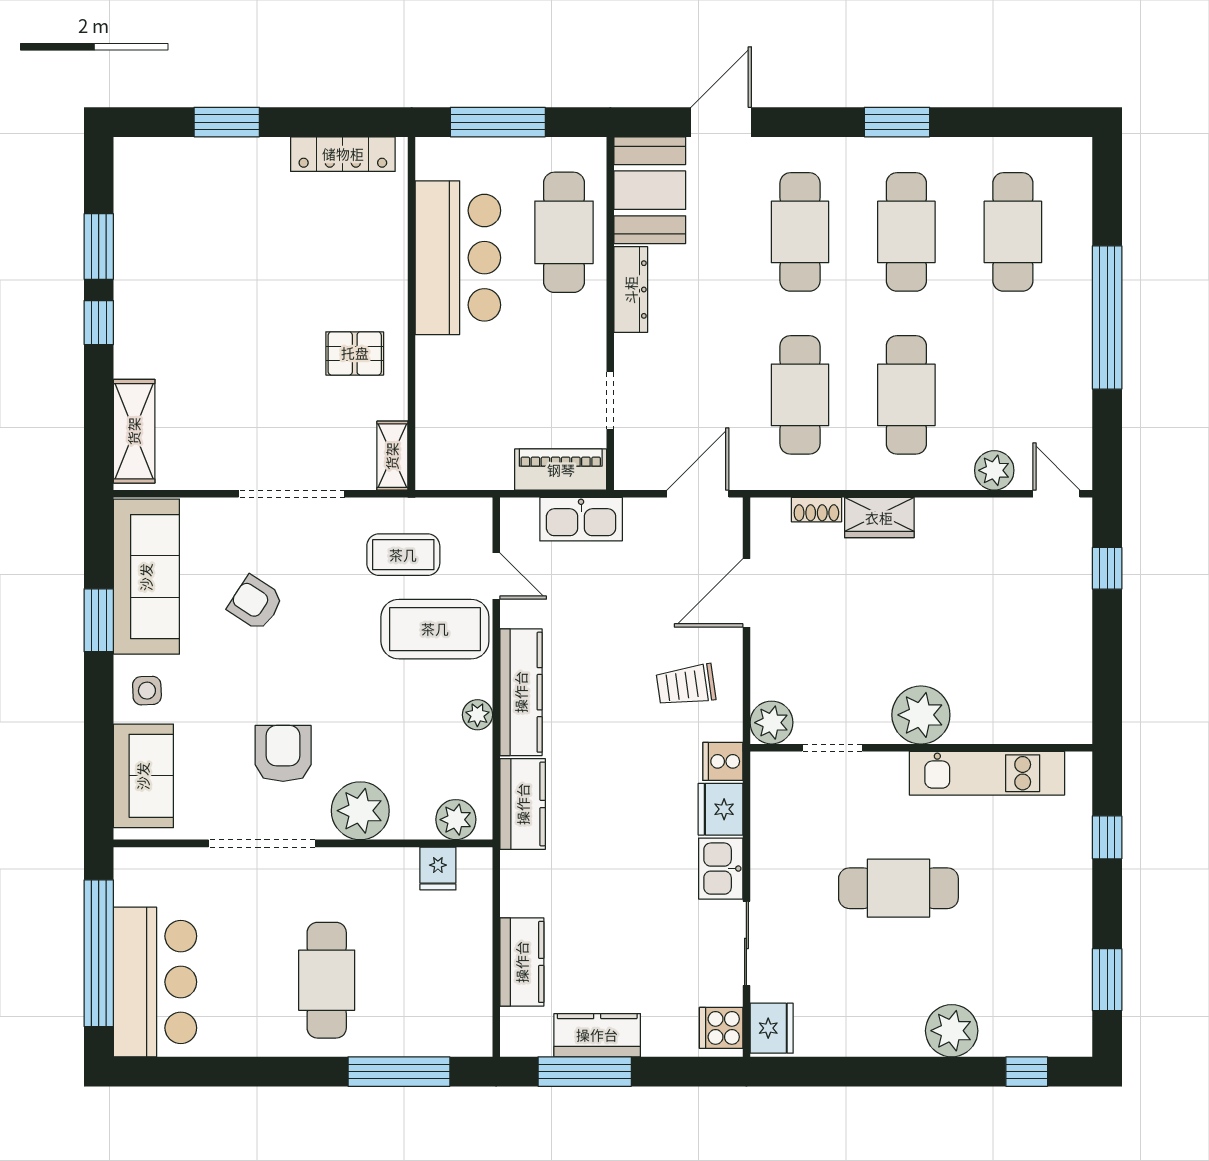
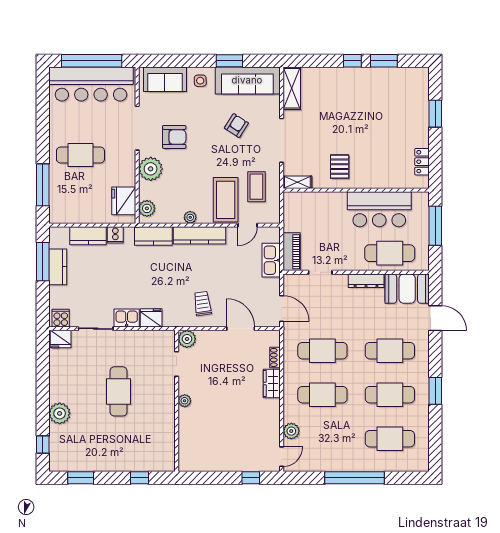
locker: (343, 154) -> (422, 162), width x0.66
shelving: (134, 431) -> (292, 88), moved, turned 90
plant: (921, 715) -> (185, 401), width x0.53, depth x0.53
cooker: (723, 761) -> (115, 235), moved, turned 180
kitchen unit: (987, 773) -> (166, 428), removed
fridge: (438, 868) -> (124, 201), width x1.88, depth x1.34
bar counter: (155, 982) -> (91, 84), width x1.36

